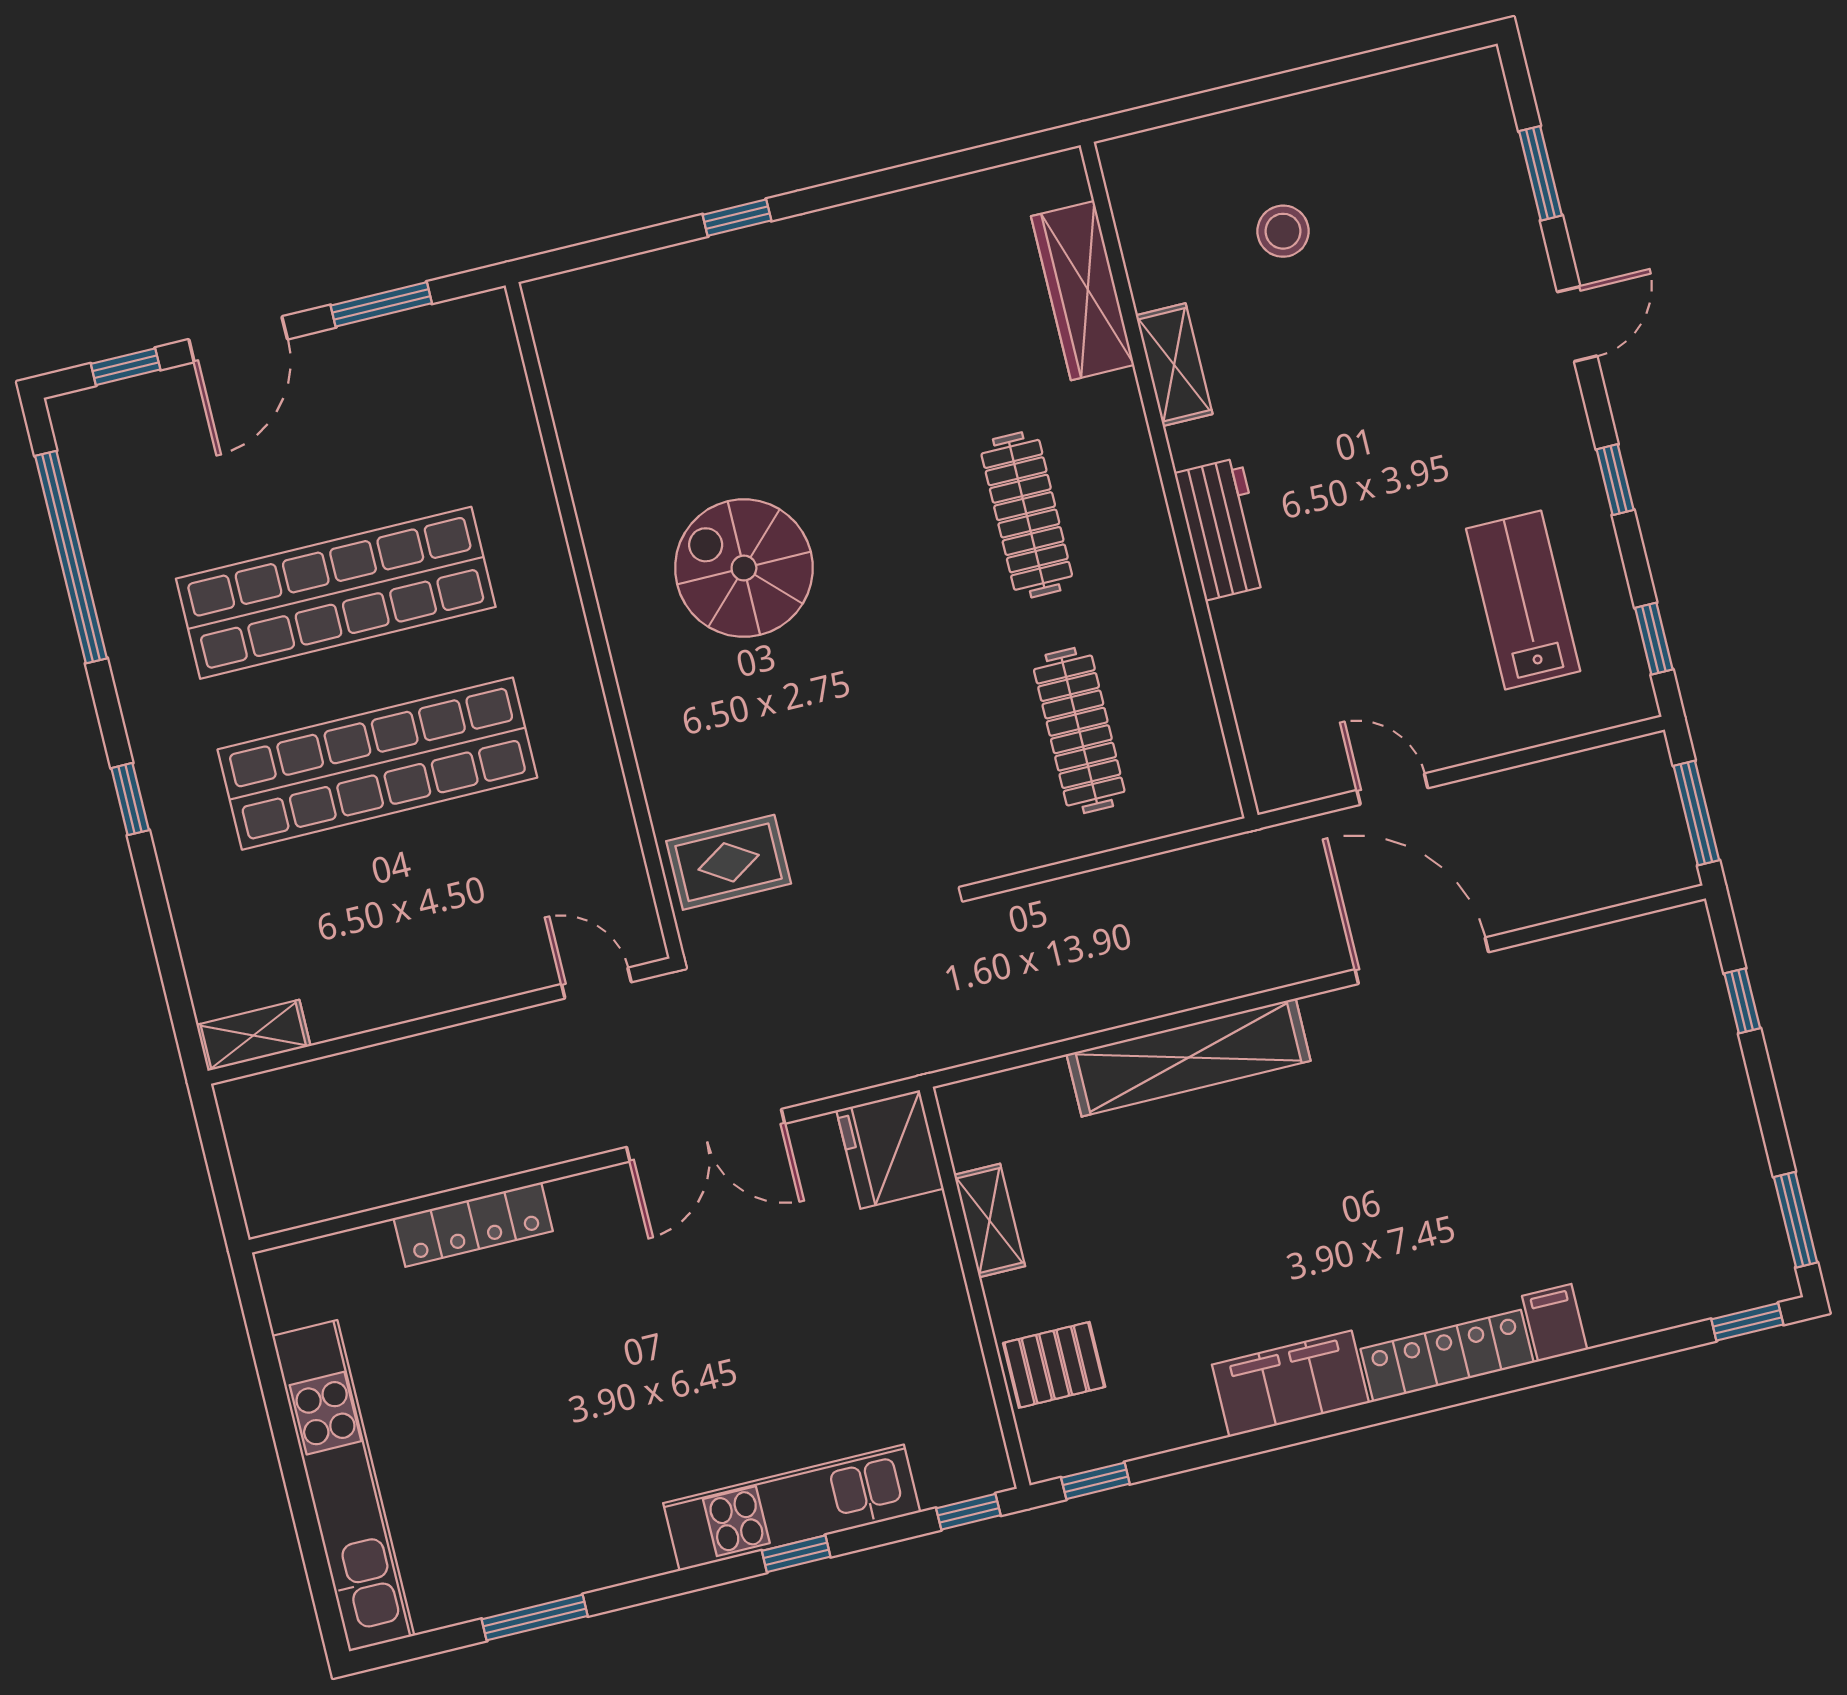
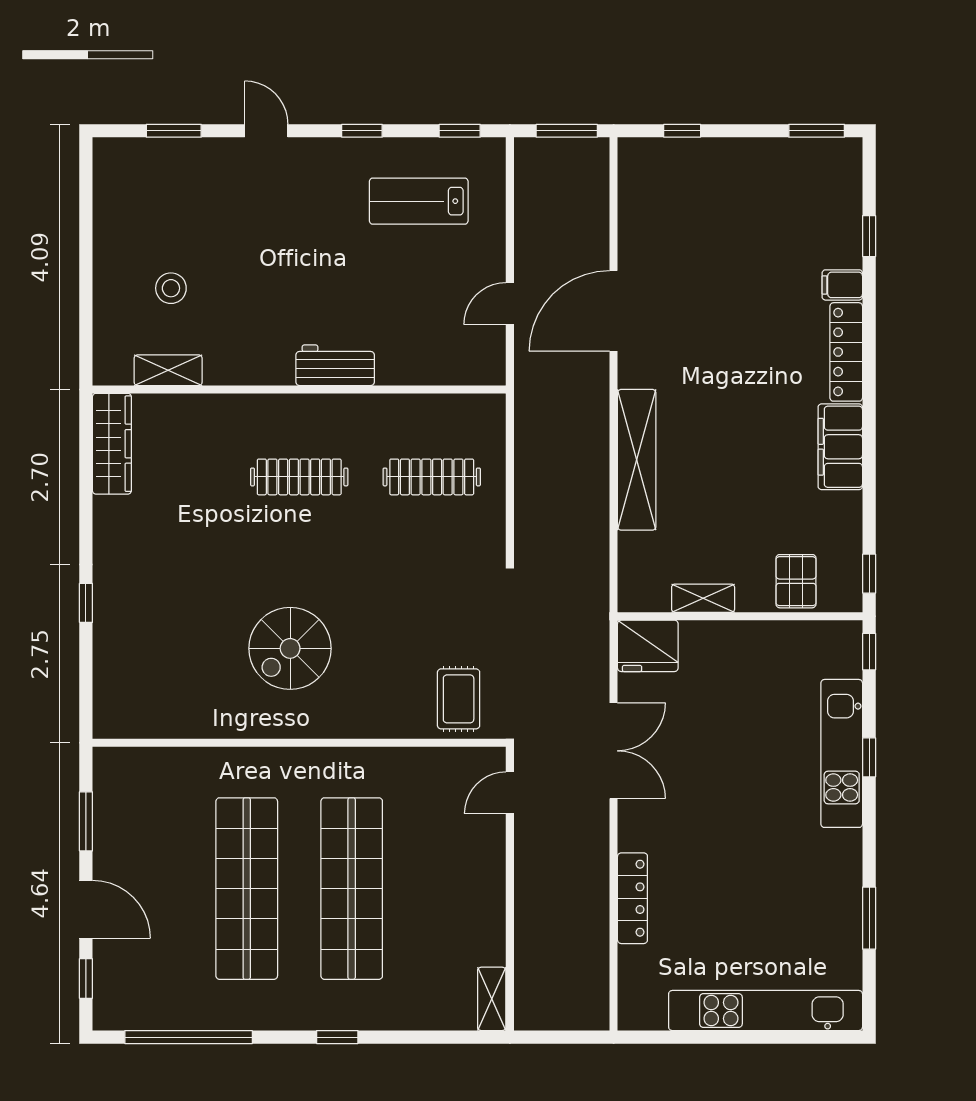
wardrobe: (1083, 291) -> (112, 444), moved, turned -90
shelving: (1174, 365) -> (168, 370), moved
window: (1747, 1322) -> (869, 236), moved

